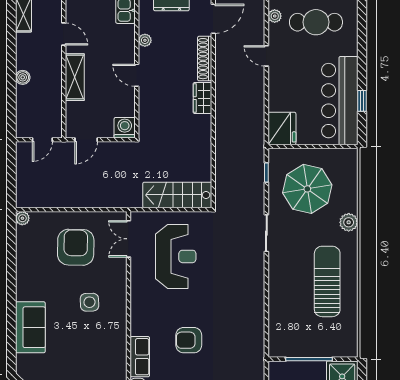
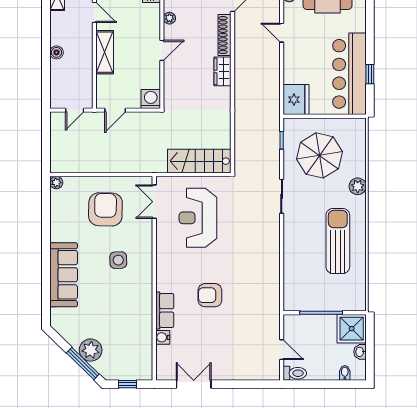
door: (137, 75) -> (162, 50), swing flipped
reception desk: (176, 256) -> (198, 218), turned 180
sofa: (30, 327) -> (64, 275), width x1.36

